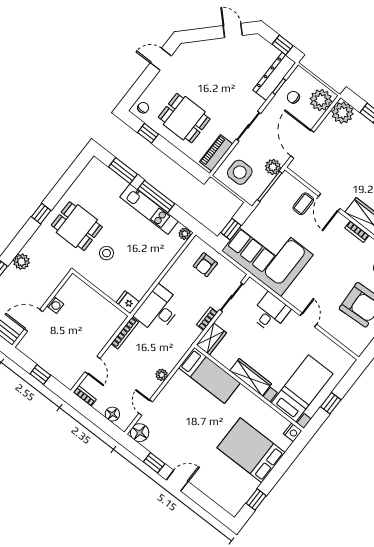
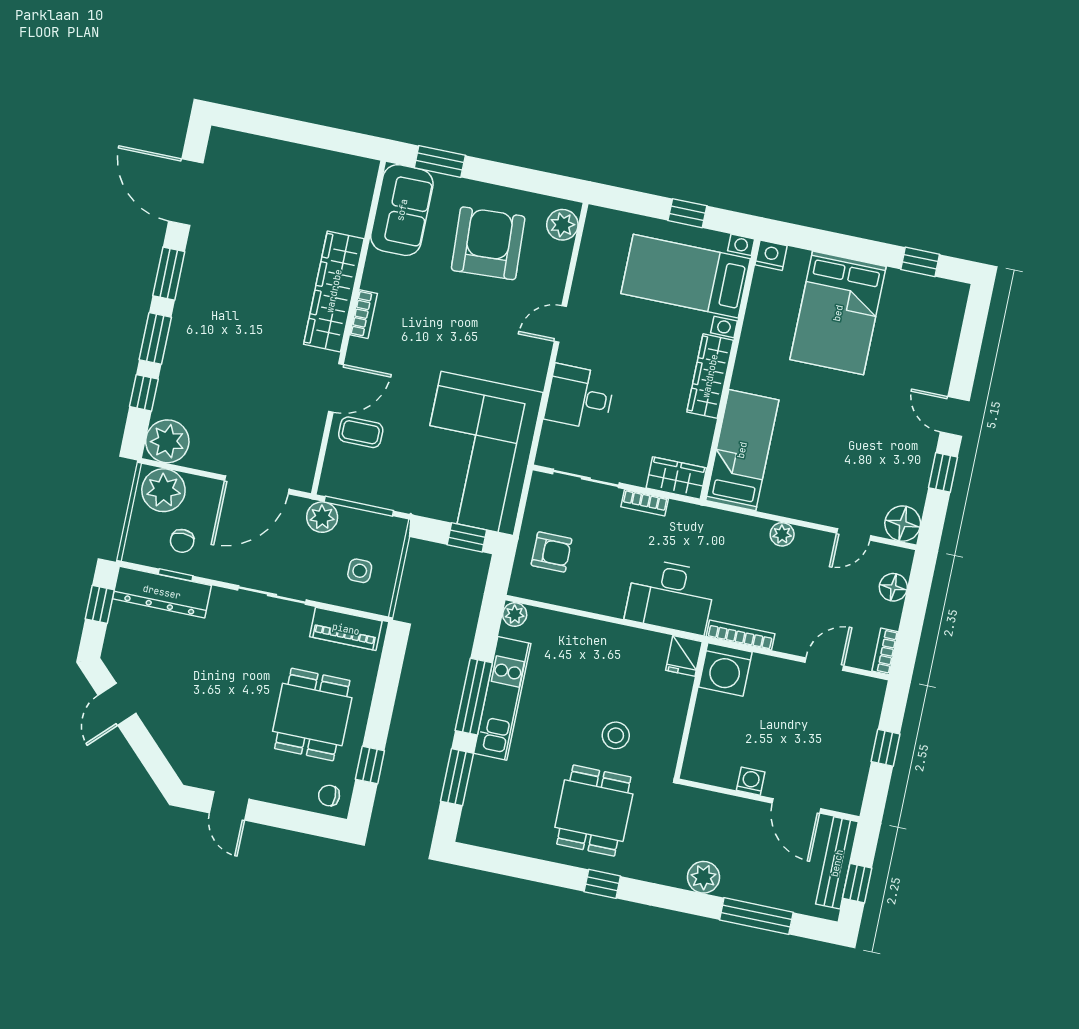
side table: (240, 172) -> (360, 571), width x0.54, depth x0.54
washing machine: (112, 318) -> (725, 670), added
plant: (353, 343) -> (562, 225), added

